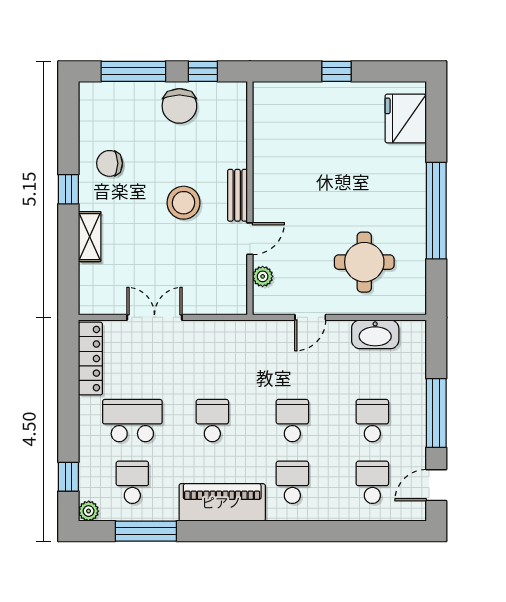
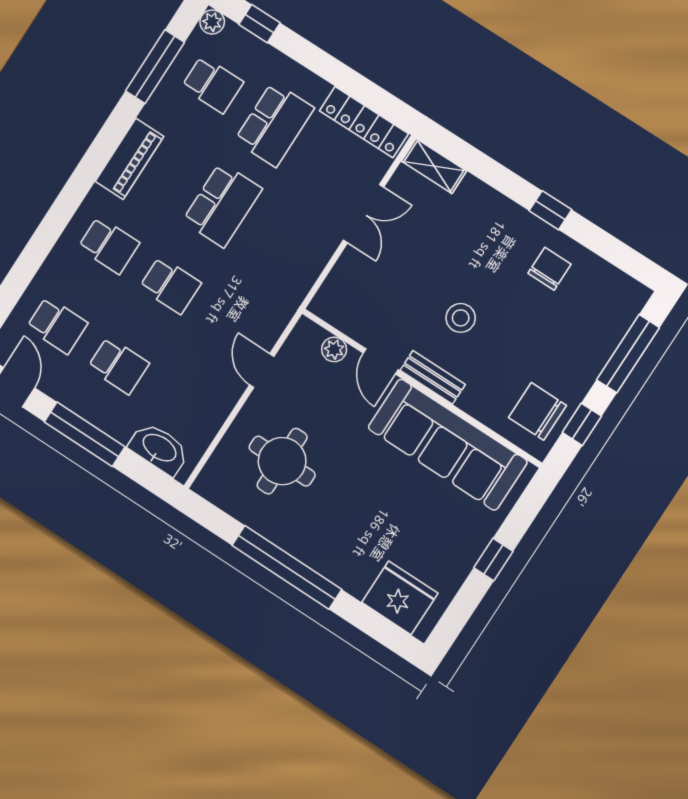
chair: (179, 106) -> (537, 411), moved
sofa: (277, 155) -> (448, 445), added
stool: (184, 203) -> (461, 318), width x0.73, depth x0.73
shelving: (90, 237) -> (434, 166), moved
washbasin: (375, 334) -> (159, 448), moved, turned 90
school desk: (212, 421) -> (222, 205), width x1.85
piano: (222, 502) -> (129, 159), width x0.73, depth x0.75

